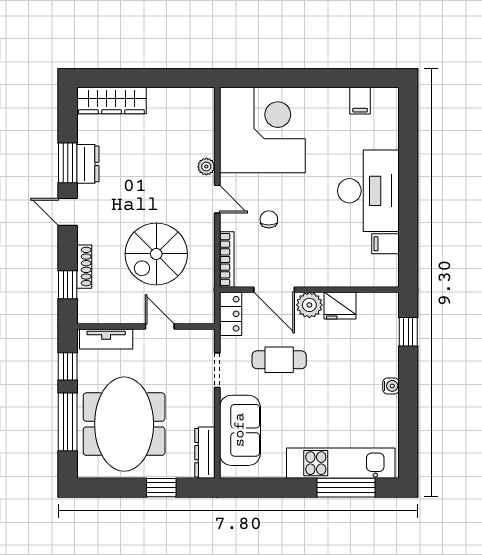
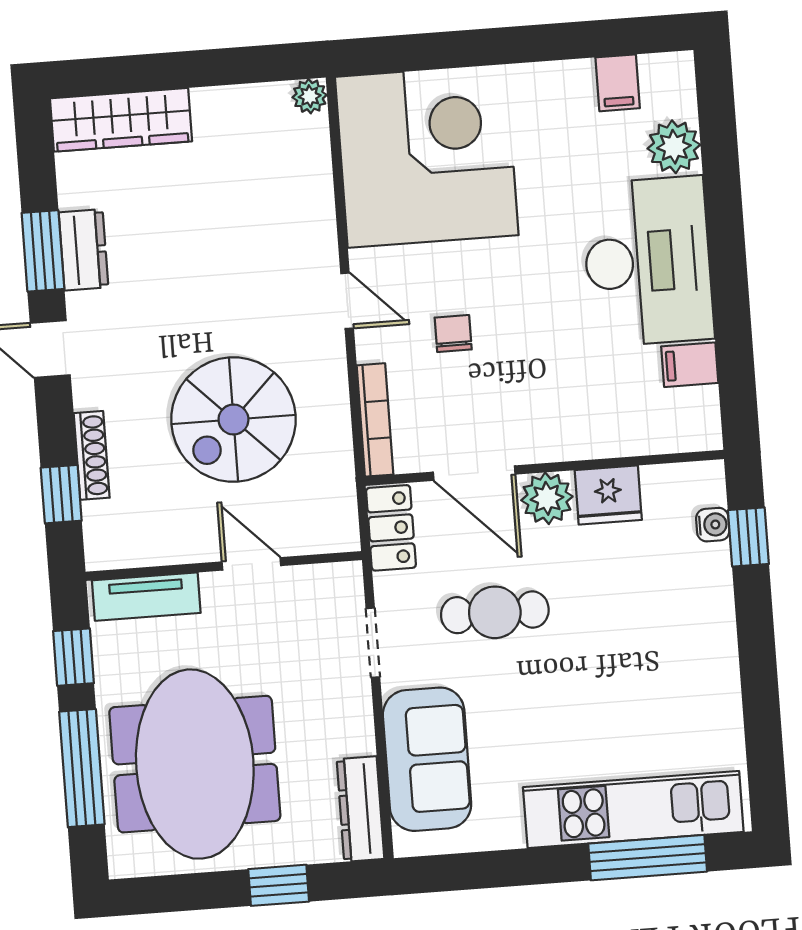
plant: (386, 135) -> (674, 147), added
plant: (206, 167) -> (310, 96), moved
water cooler: (391, 386) -> (713, 525), moved

